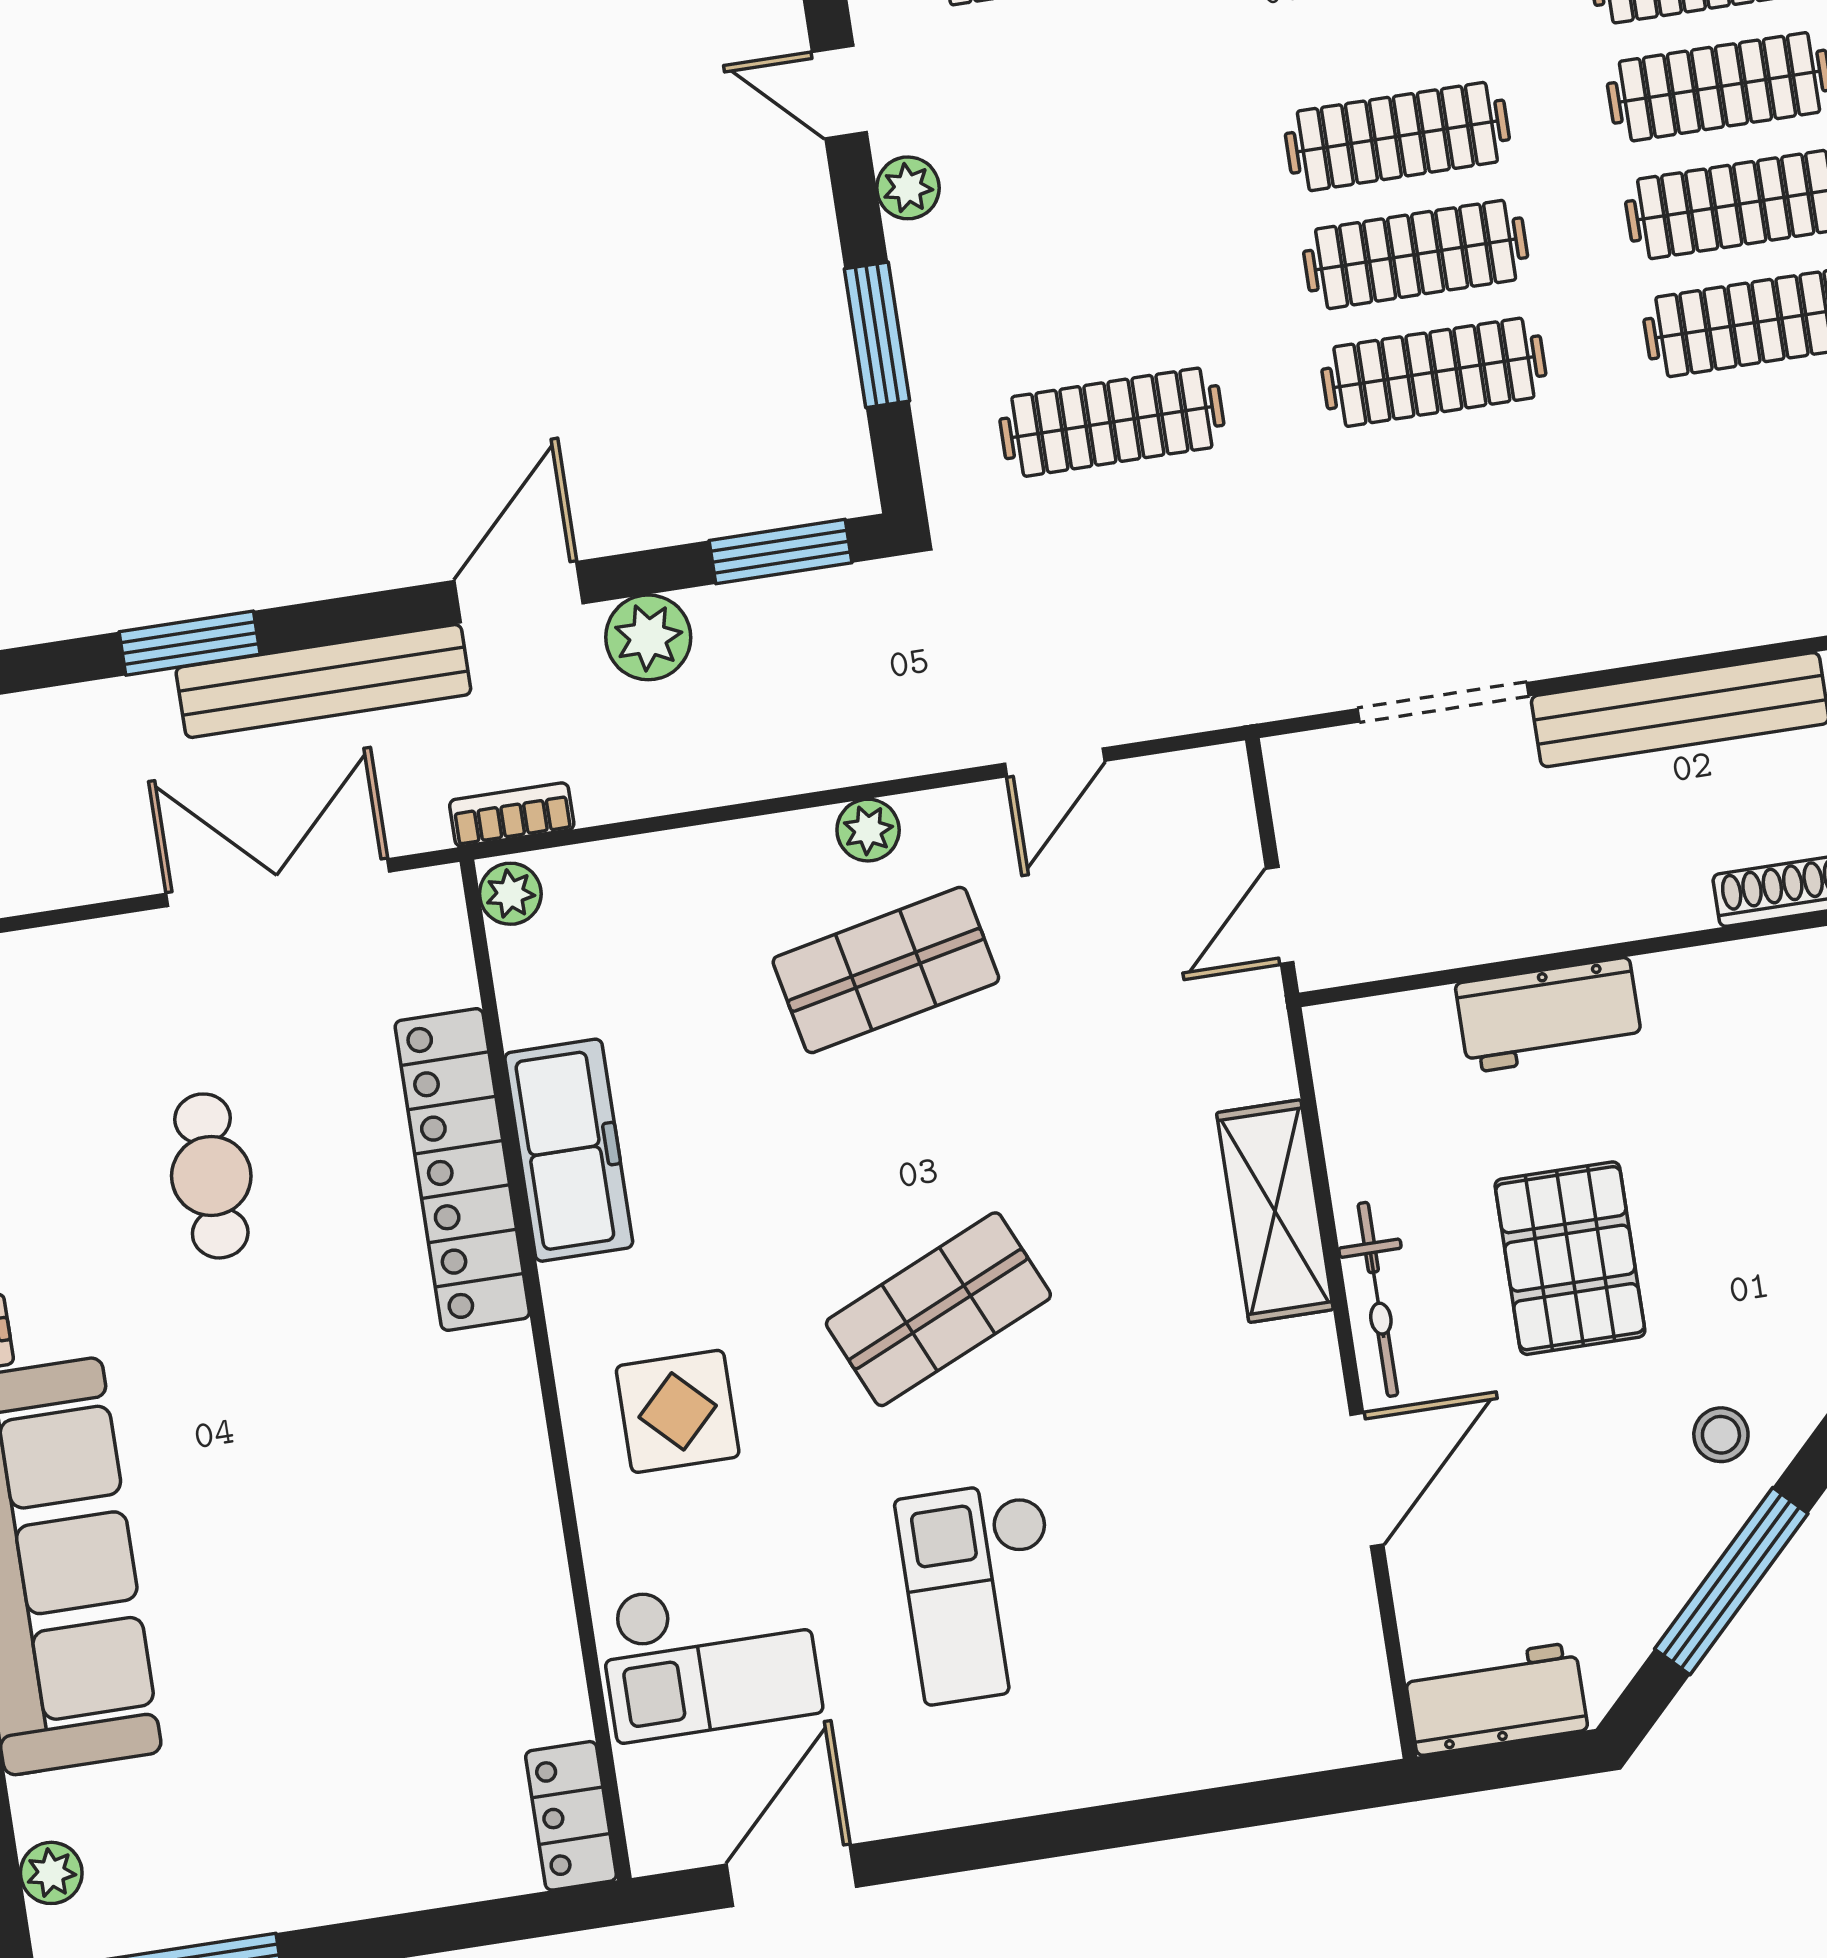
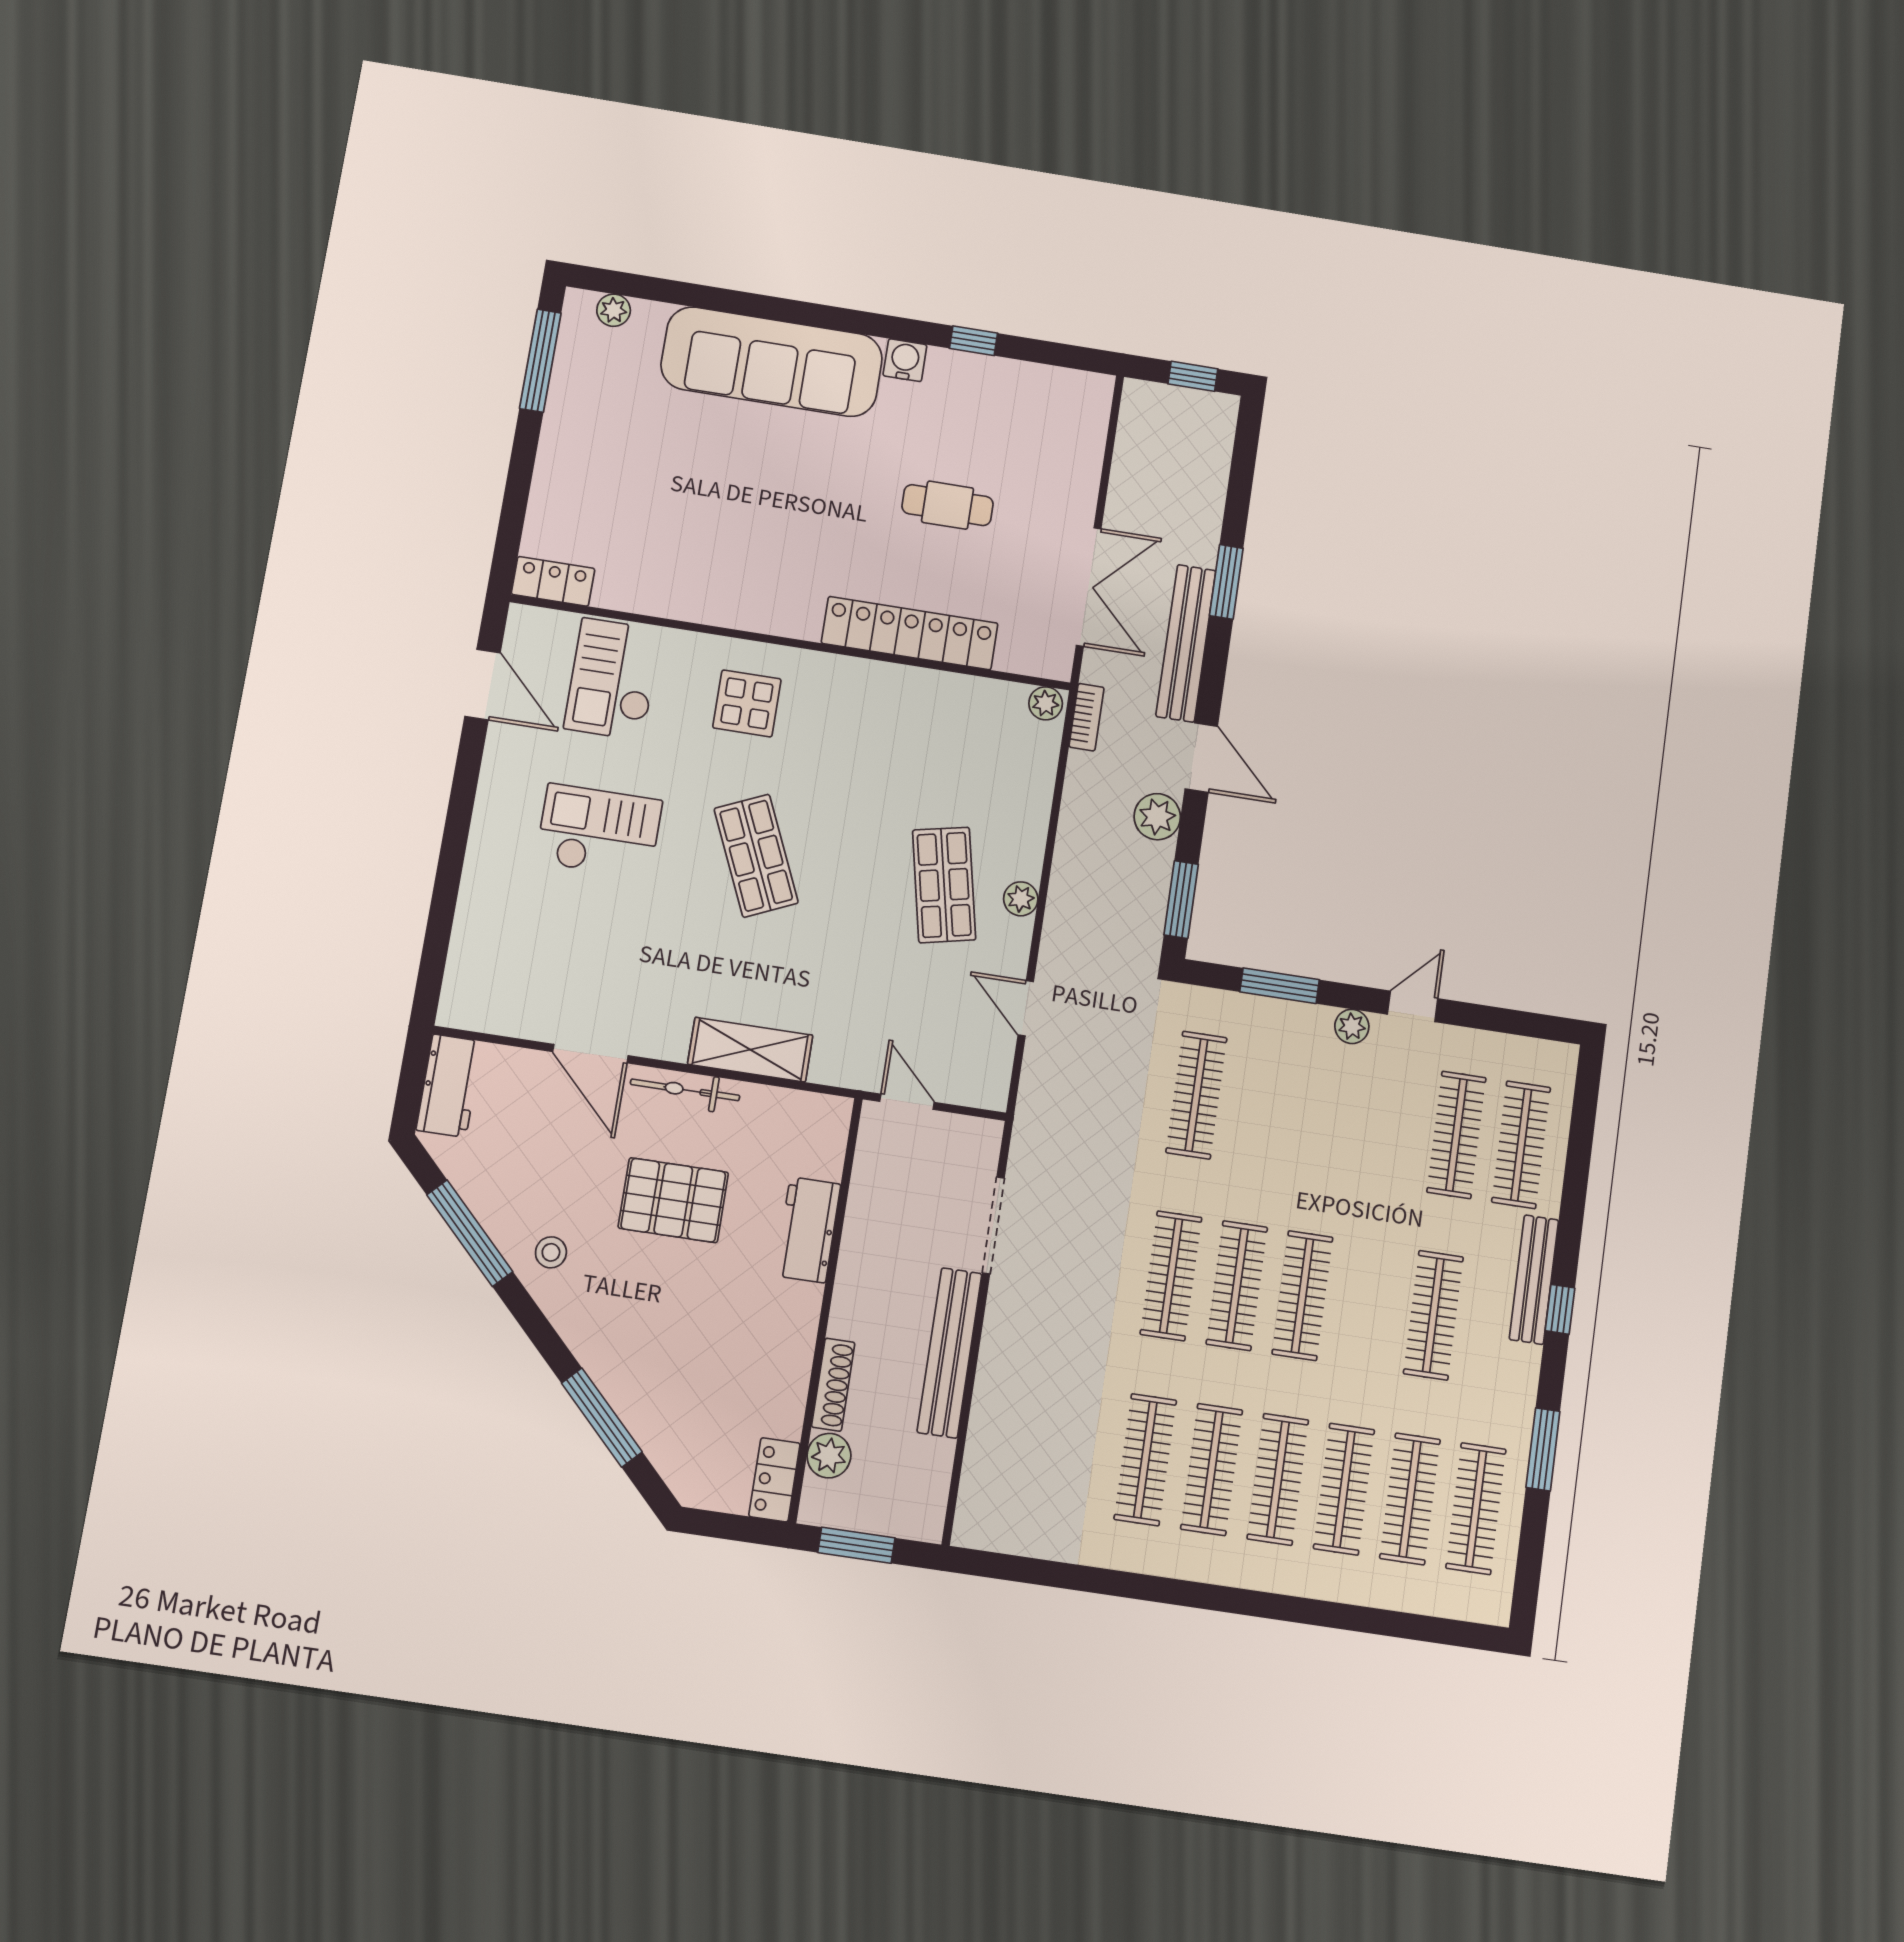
freezer: (569, 1150) -> (902, 691), removed

